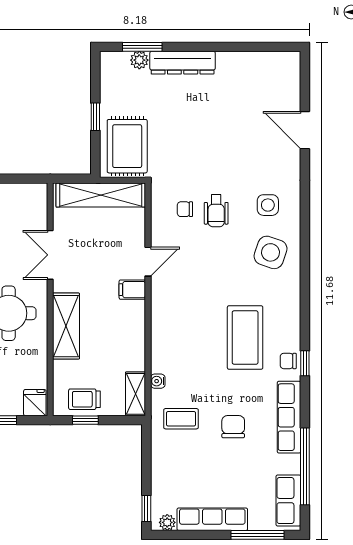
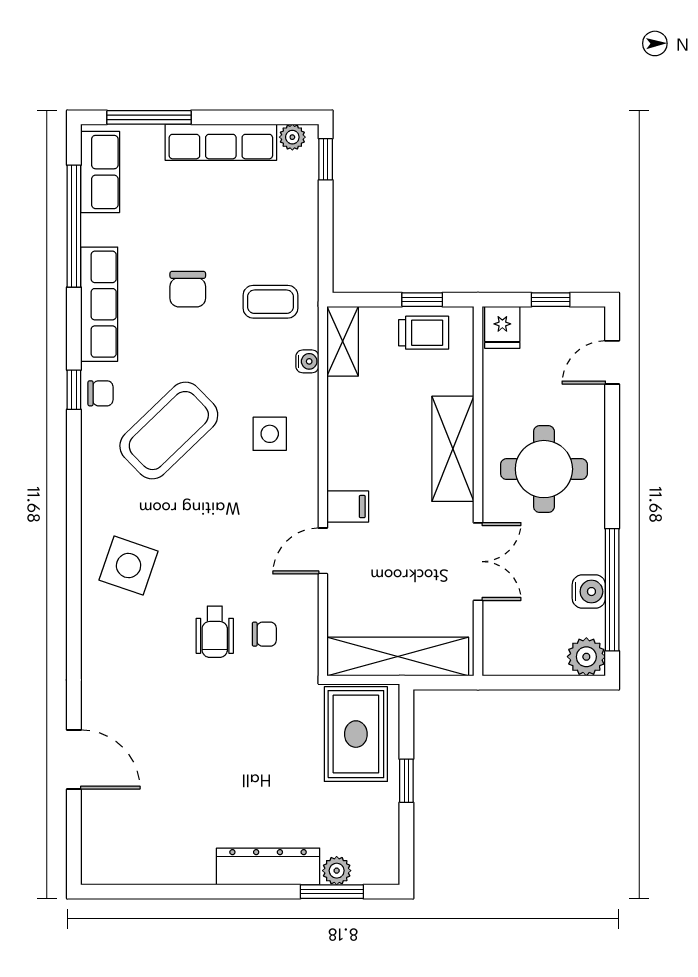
side table: (268, 205) -> (270, 434), moved
wheelchair: (216, 211) -> (215, 632), turned 180
coffee table: (245, 338) -> (169, 431), turned 46

